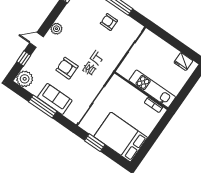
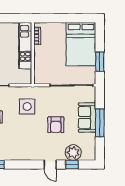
plant: (56, 29) -> (30, 155), removed
side table: (99, 55) -> (27, 106), added
plant: (25, 79) -> (73, 153), moved

